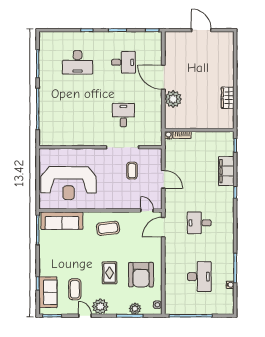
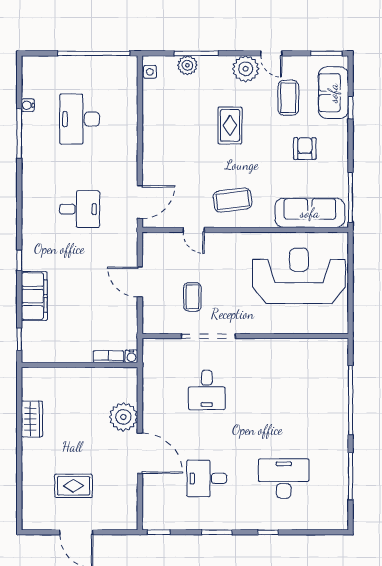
rug: (203, 58) -> (73, 486), added
door: (147, 211) -> (194, 230), moved
armchair: (141, 275) -> (305, 149), moved, width x0.53, depth x0.53

